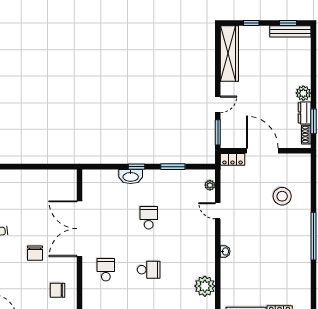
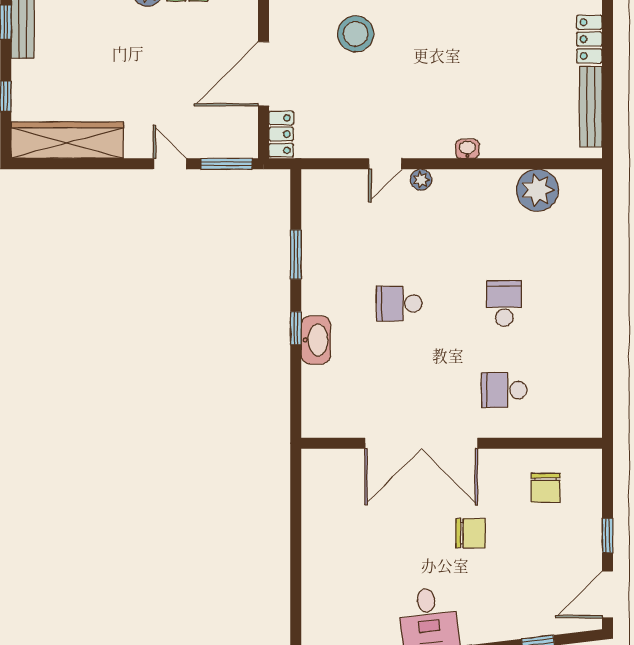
plant: (210, 185) -> (421, 180), moved

